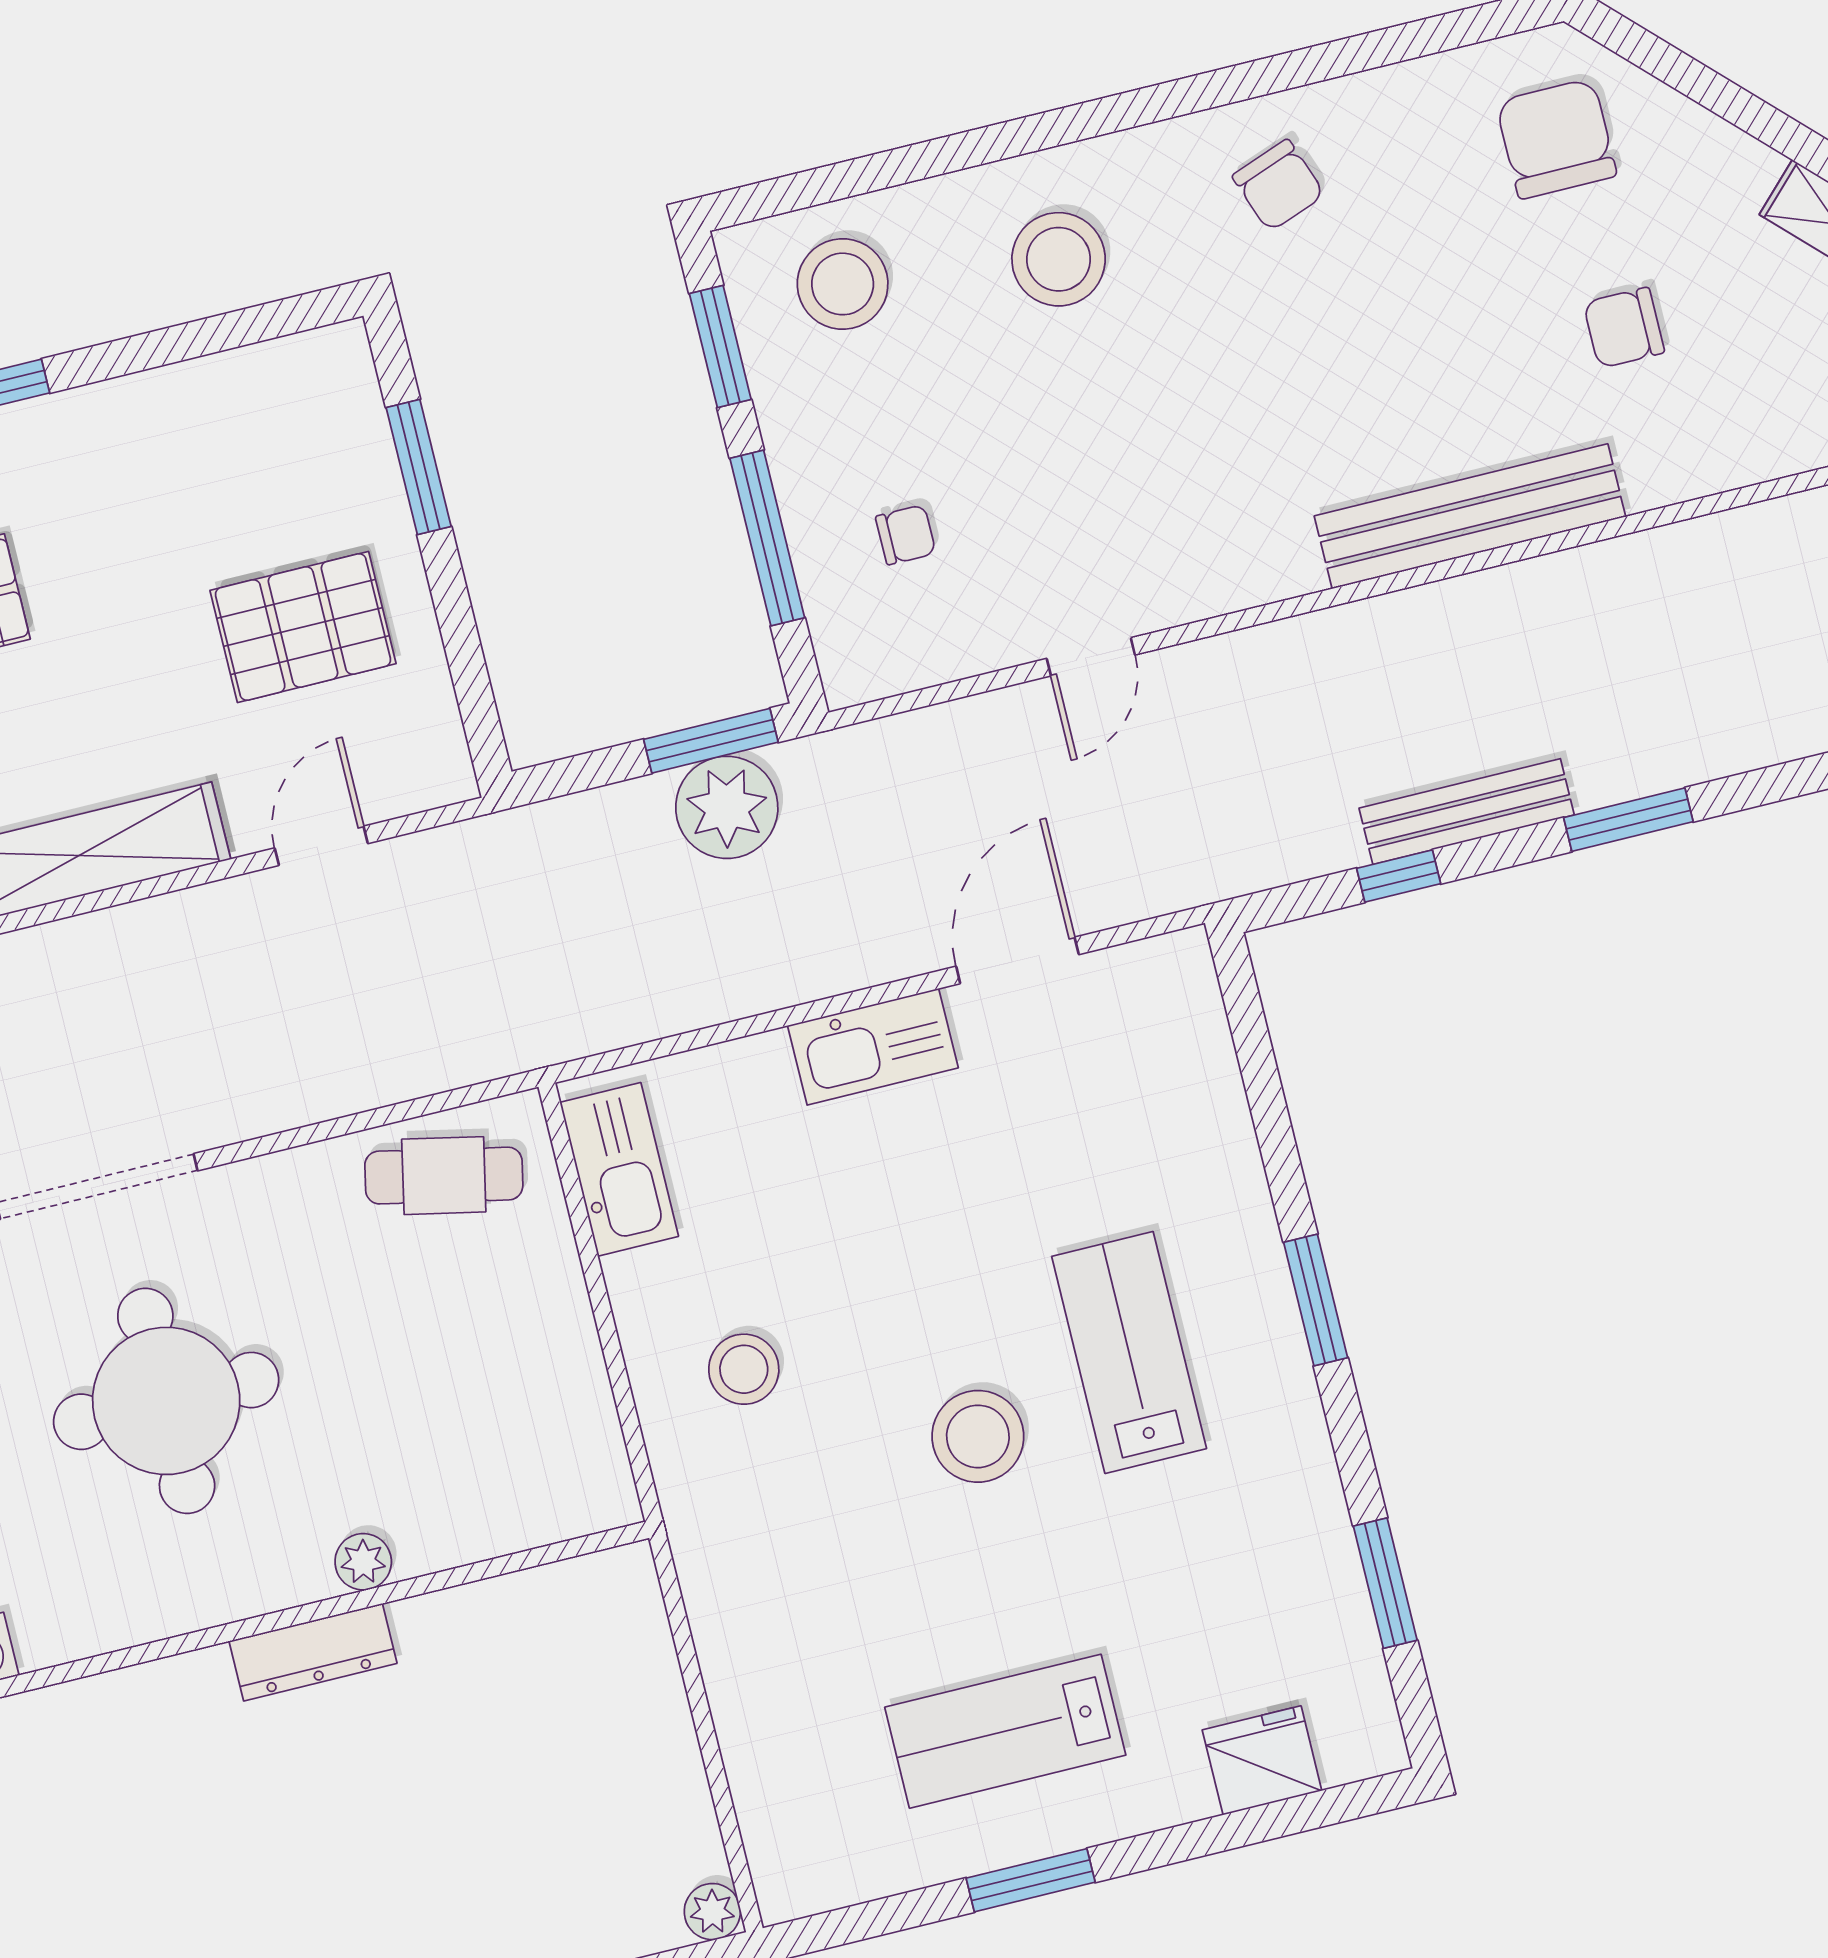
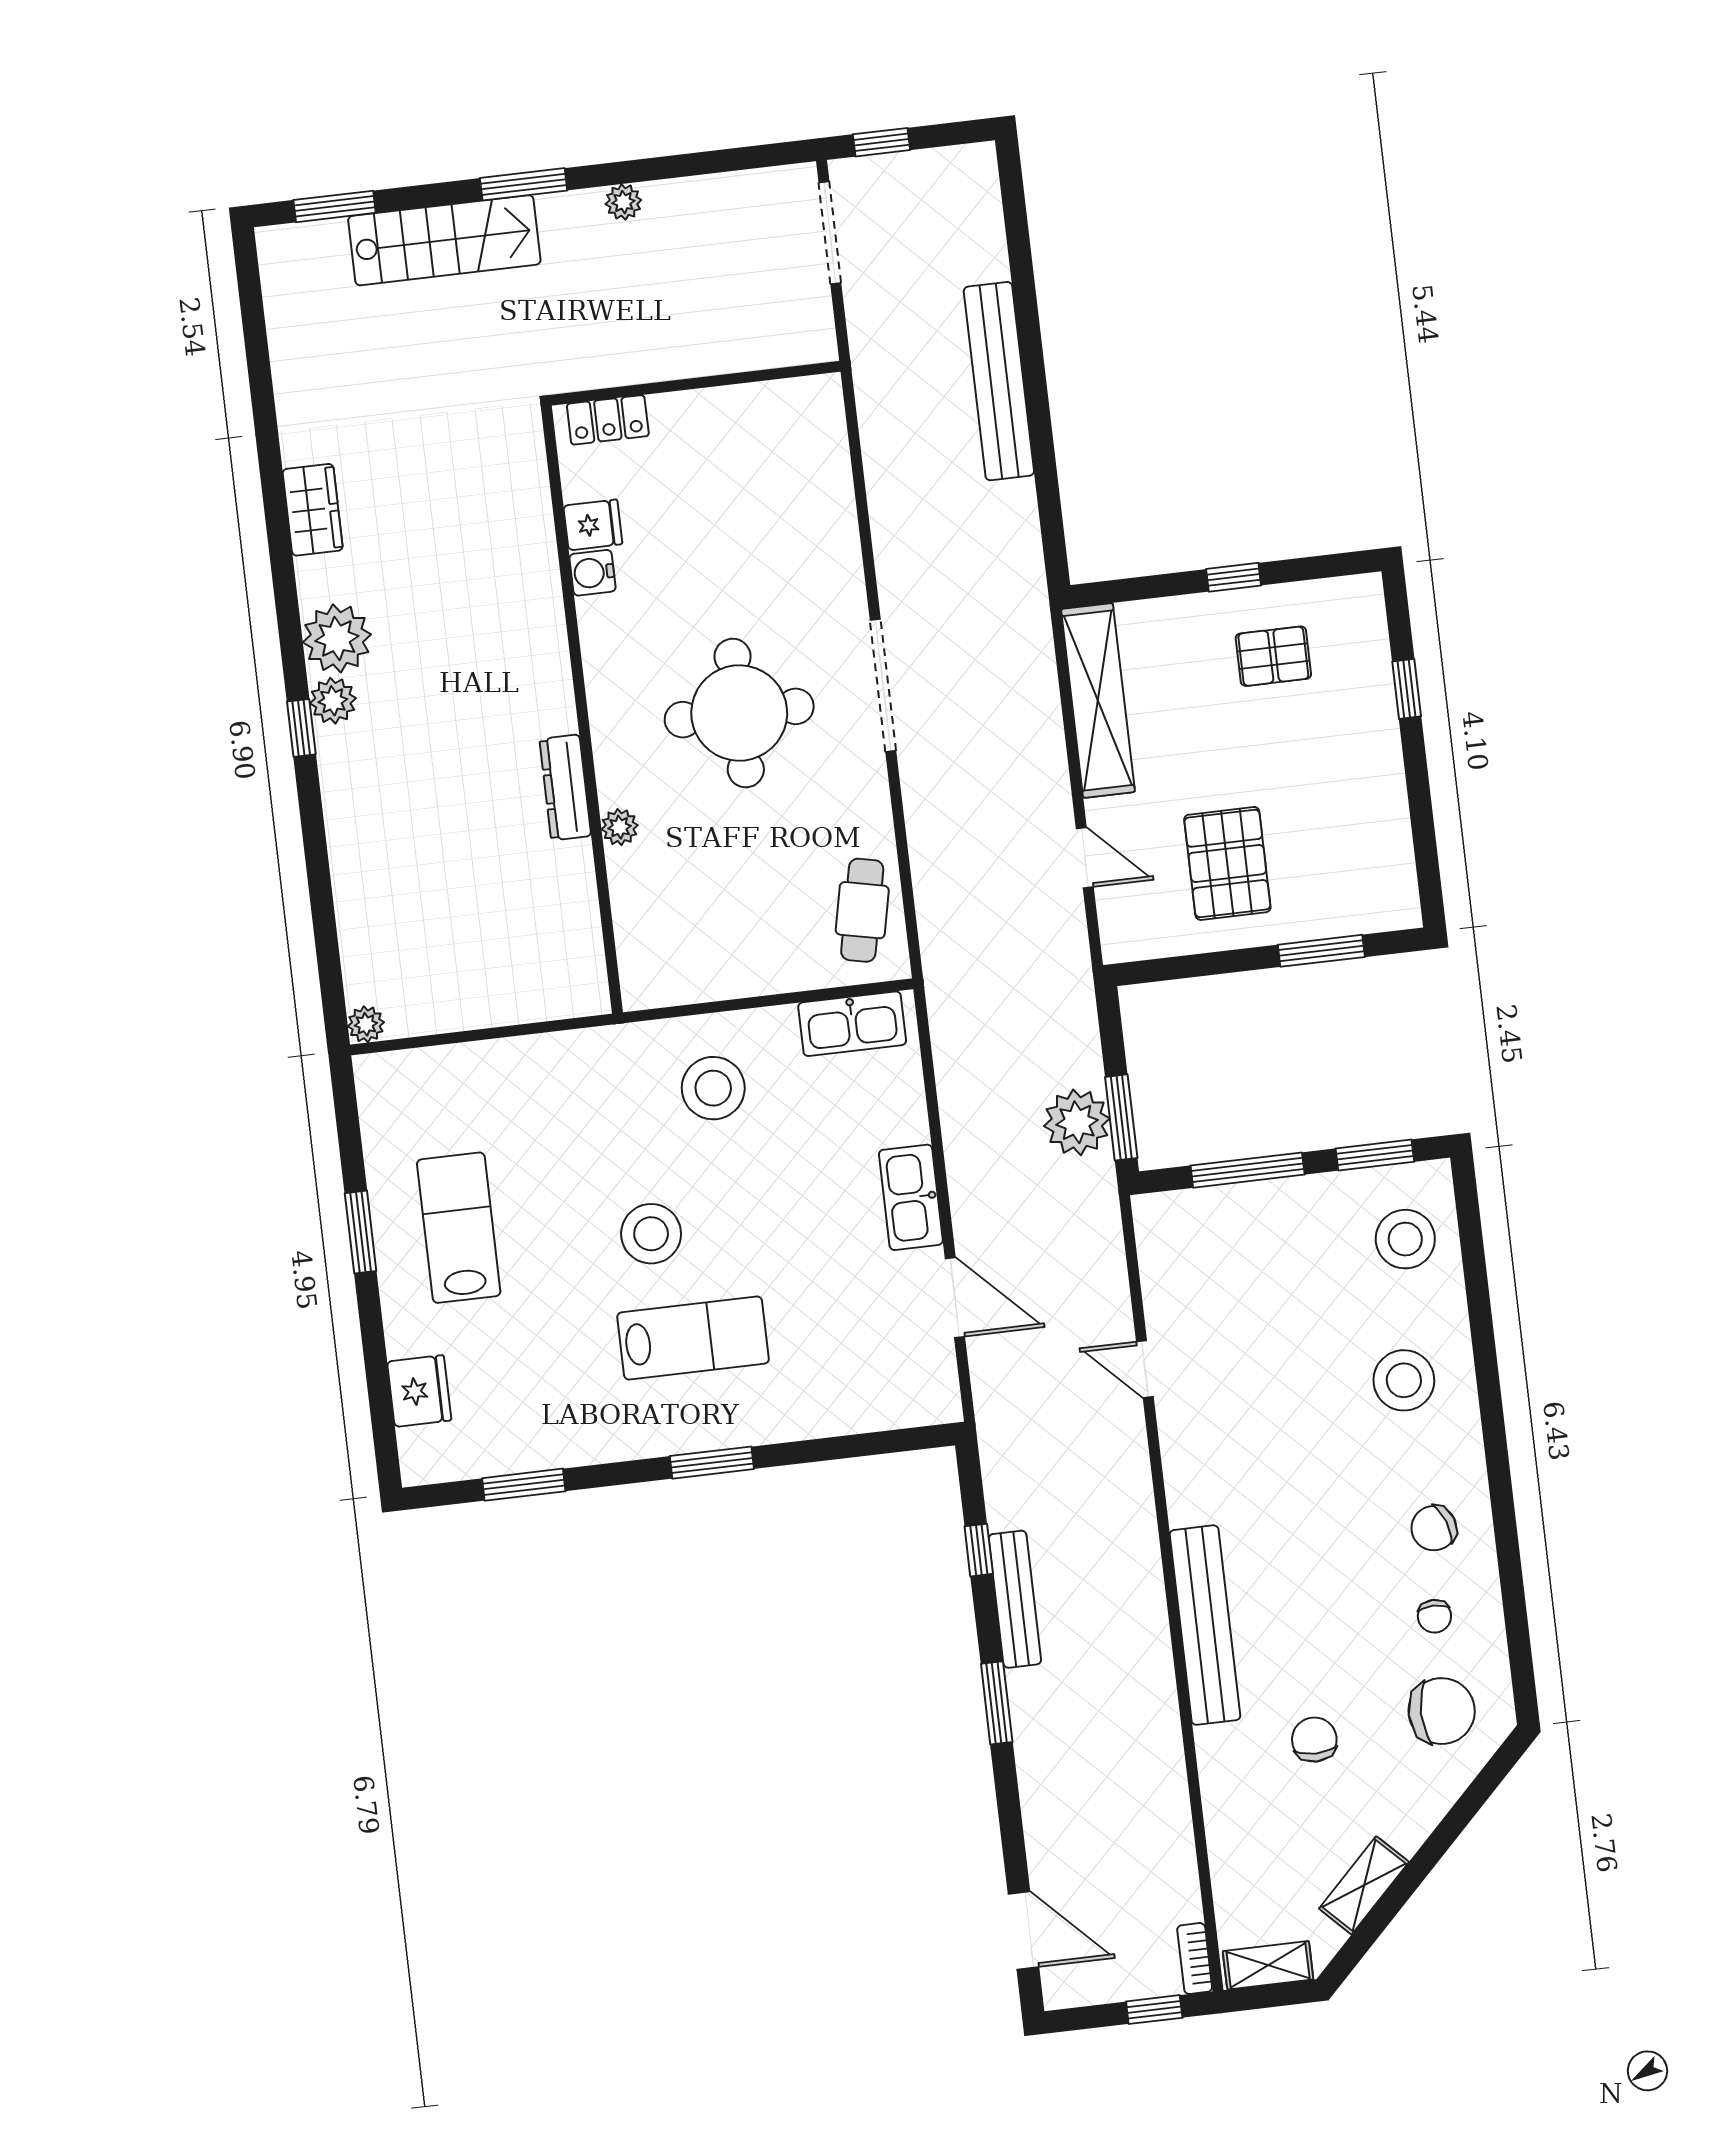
chair: (906, 535) -> (1434, 1616), moved
stool: (744, 1369) -> (713, 1088), width x1.38, depth x1.38

